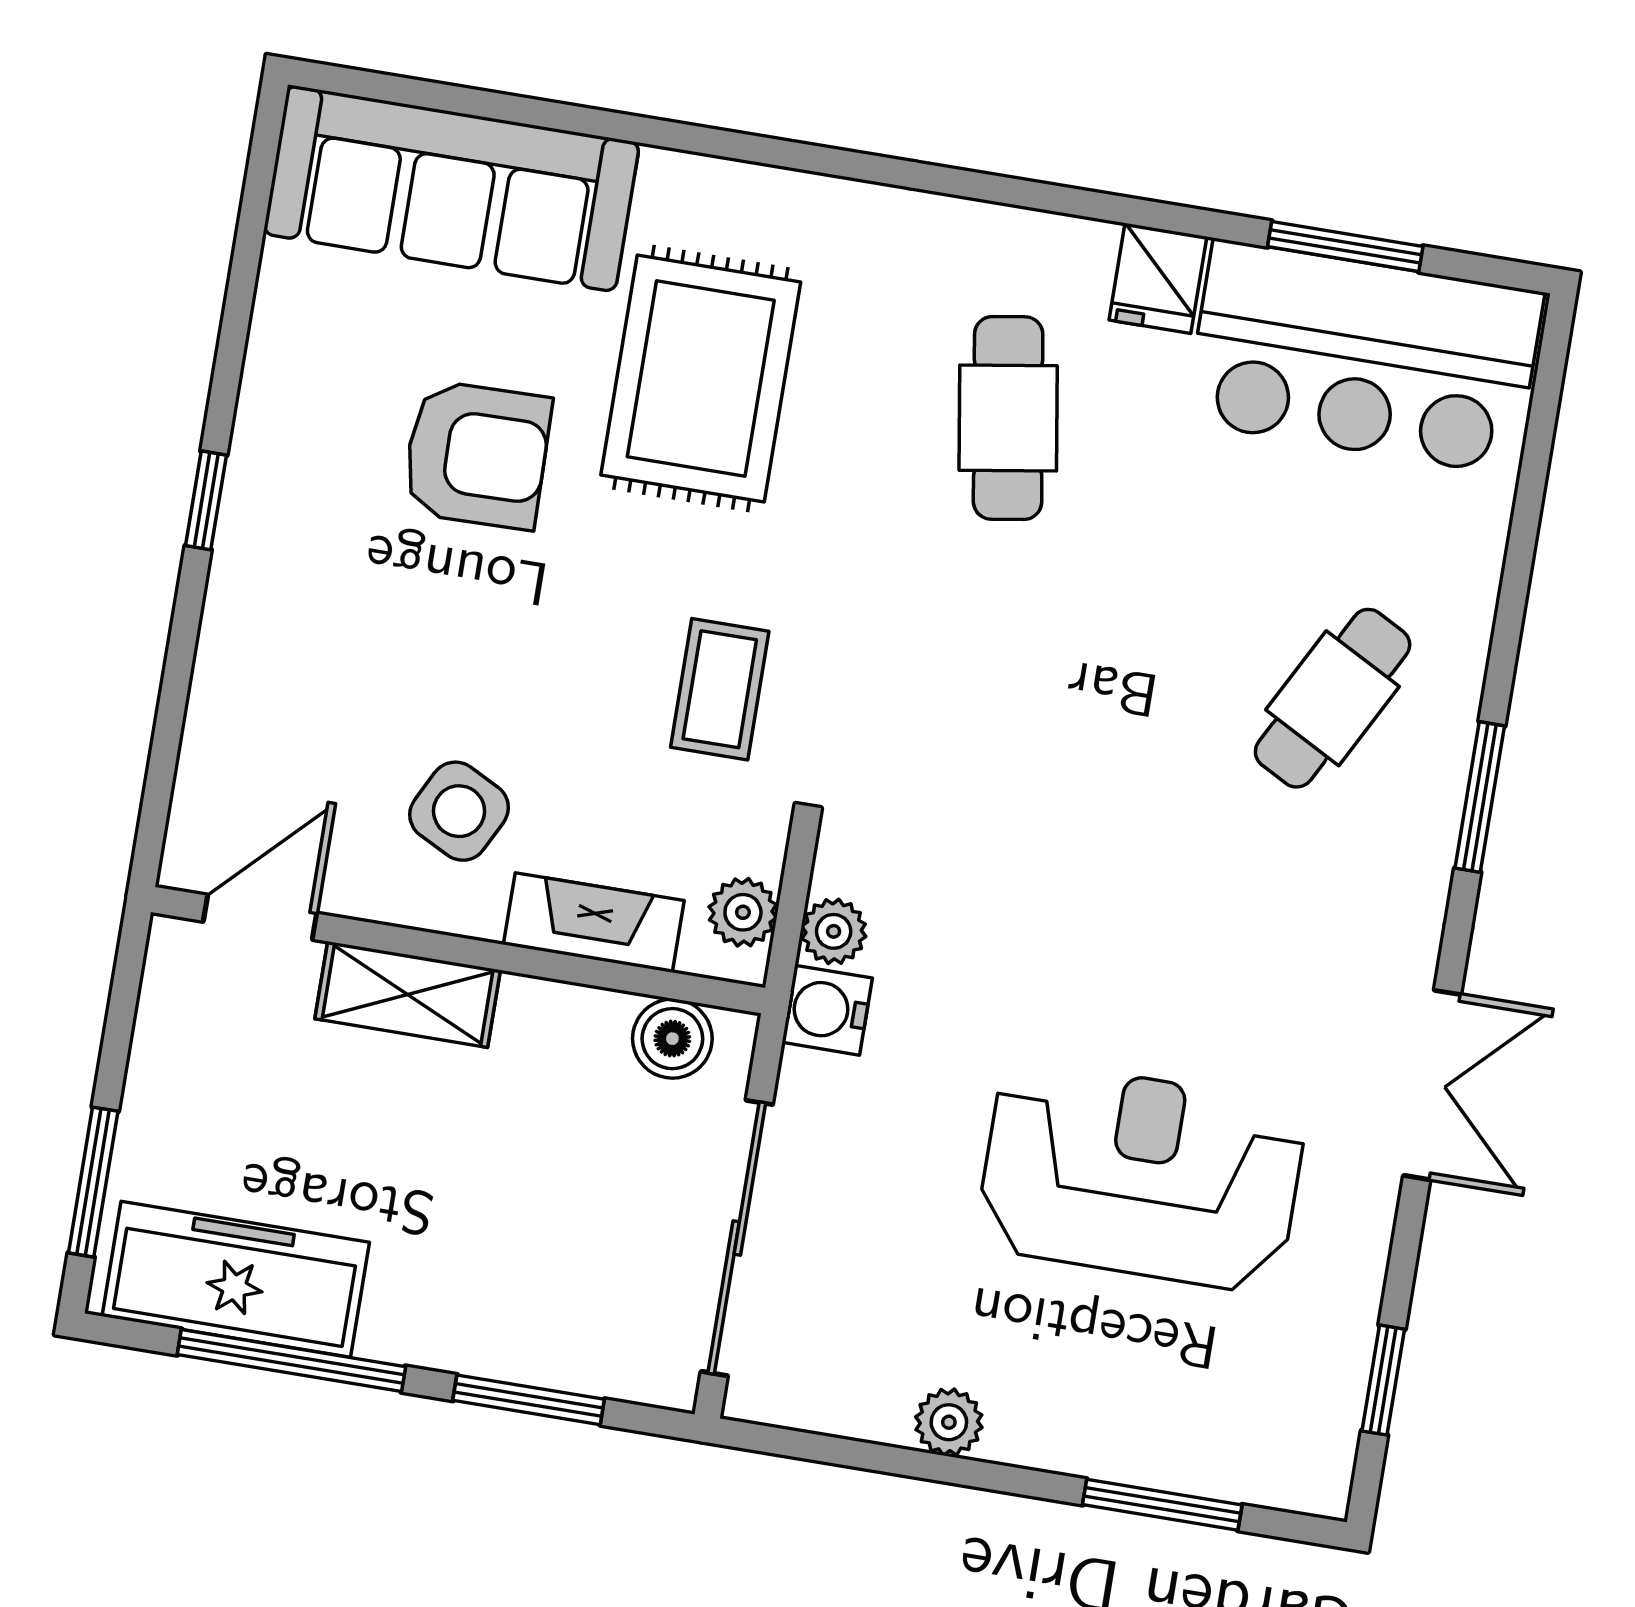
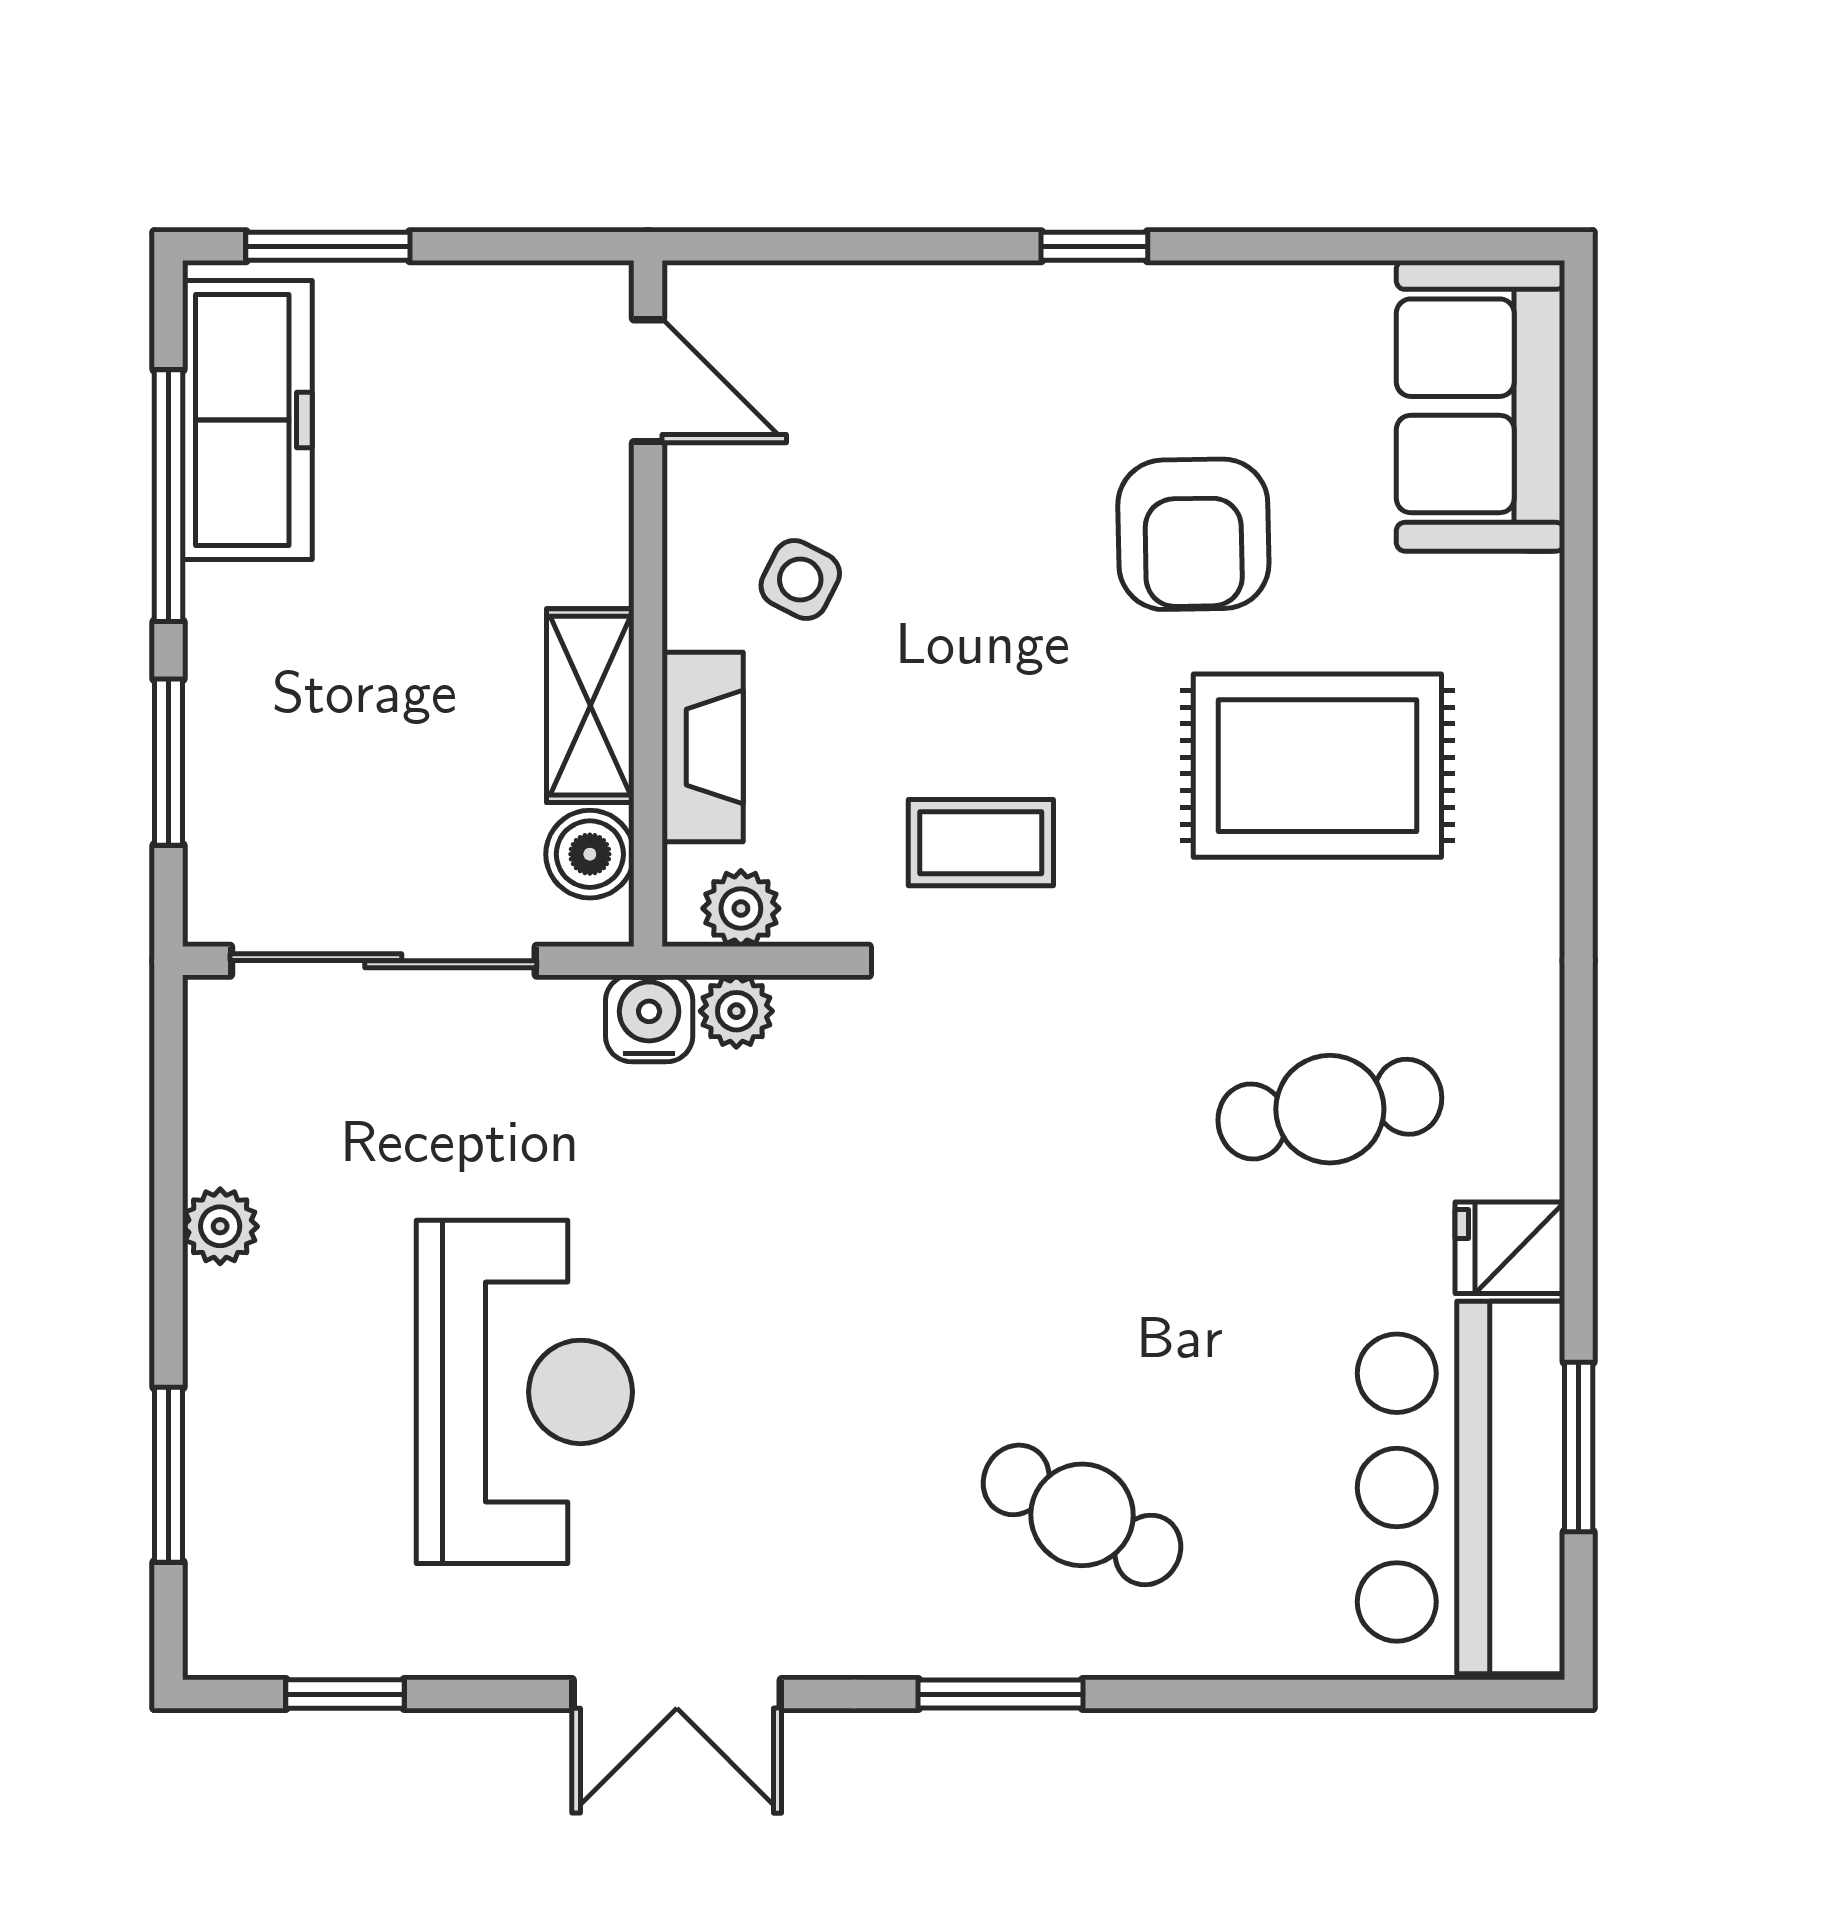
sofa: (451, 188) -> (1480, 406), width x0.73
side table: (459, 811) -> (800, 579), width x0.73, depth x0.73
shelving: (408, 994) -> (590, 706), moved

